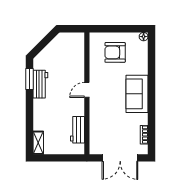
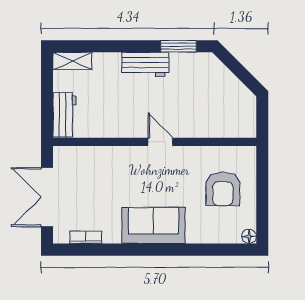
armchair: (115, 52) -> (223, 189), turned 180
workbench: (40, 84) -> (145, 64), moved
workbench: (78, 130) -> (65, 115), moved, turned 90

